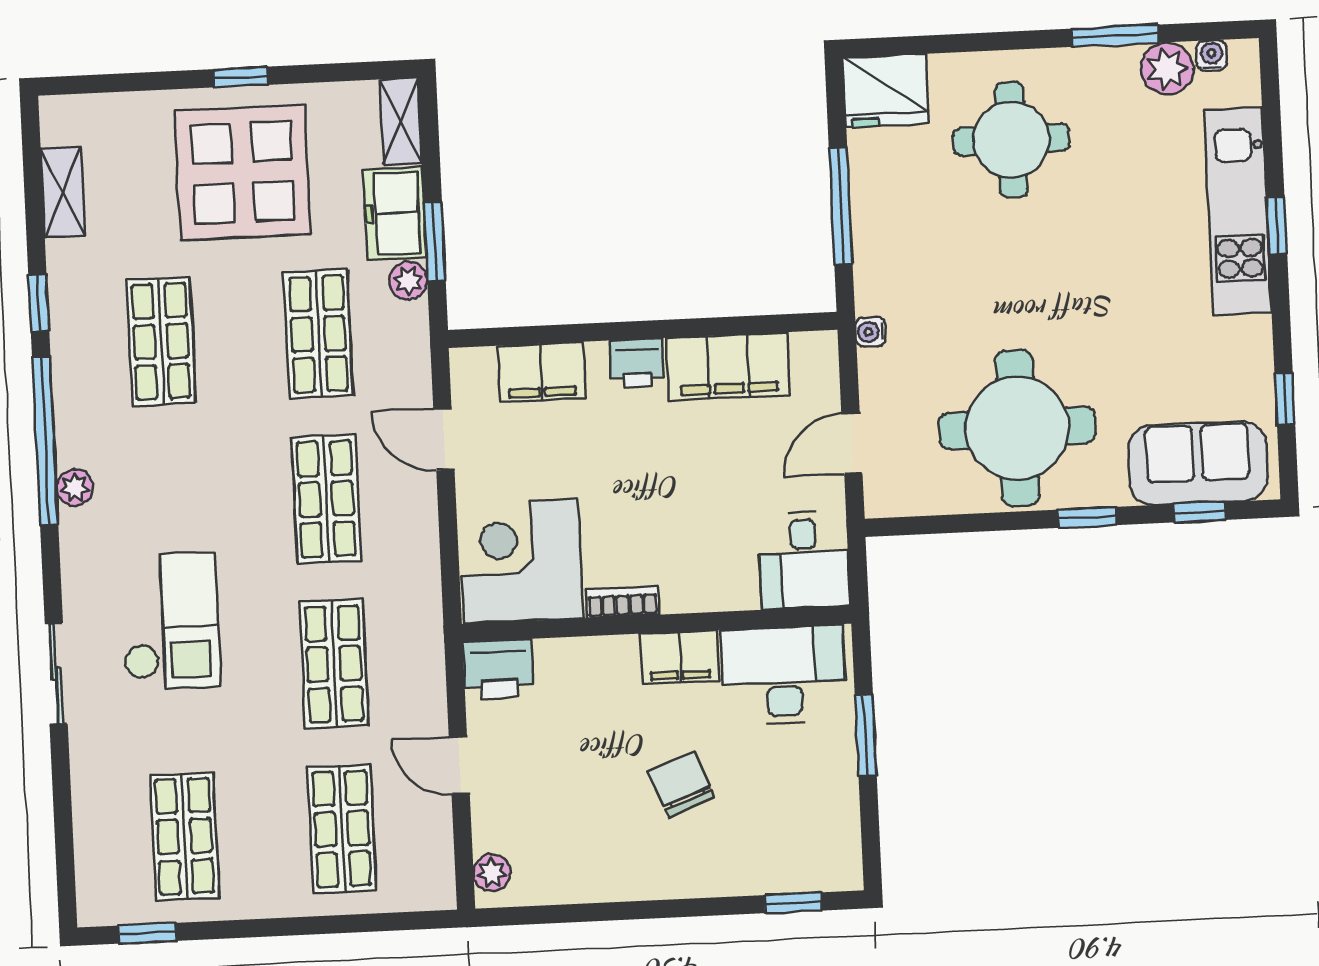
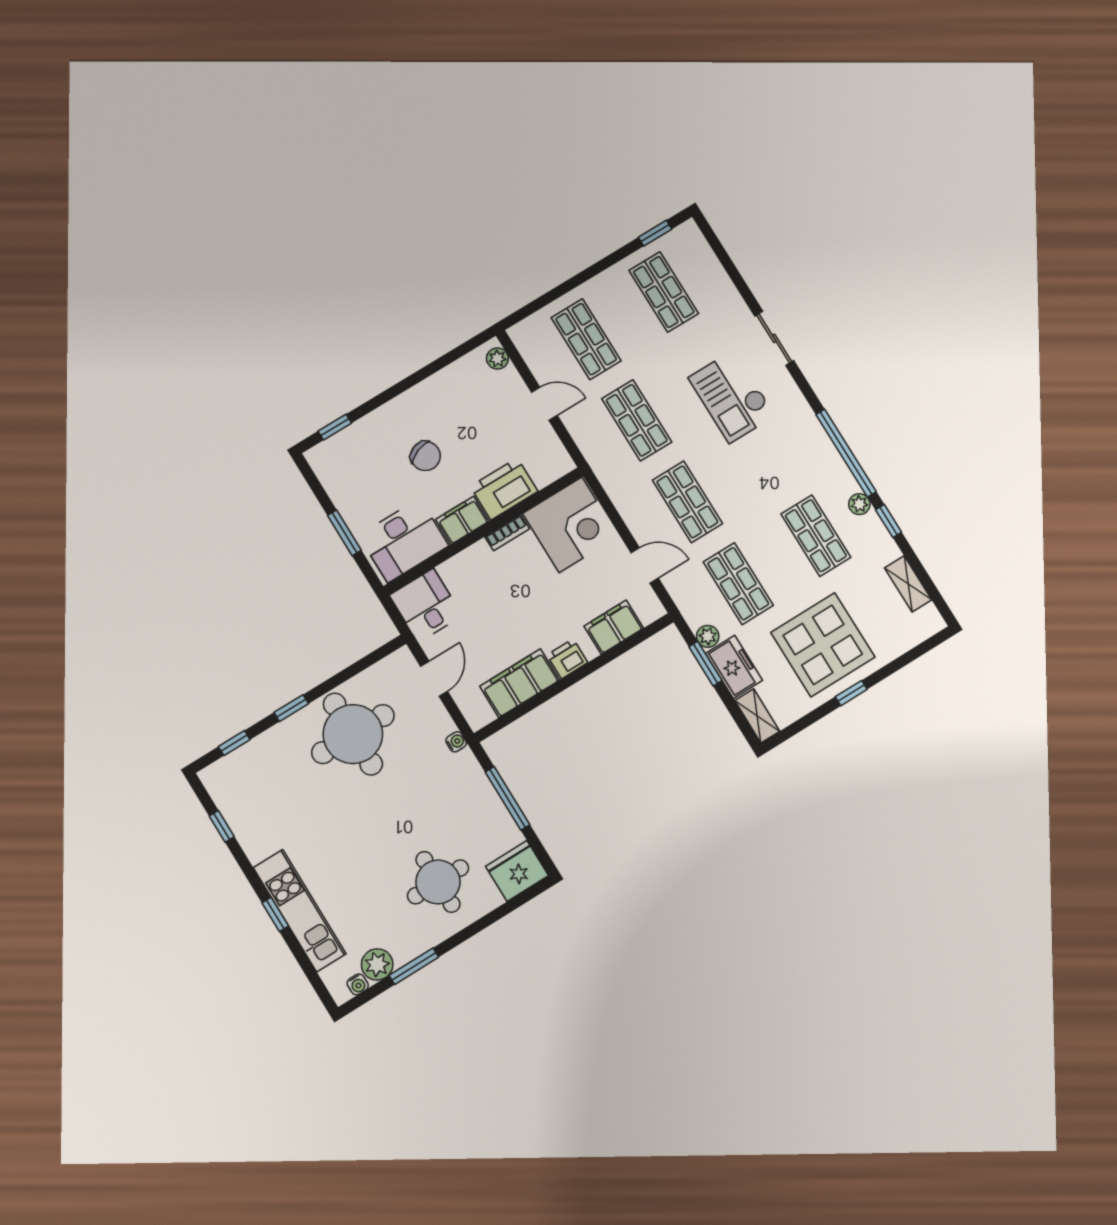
sofa: (1198, 463) -> (249, 768), removed
plant: (75, 487) -> (859, 504), moved
printer: (498, 669) -> (504, 489), moved, width x1.37, depth x1.19

